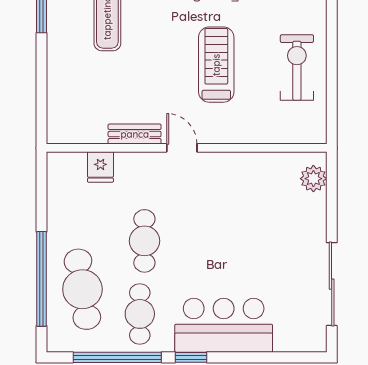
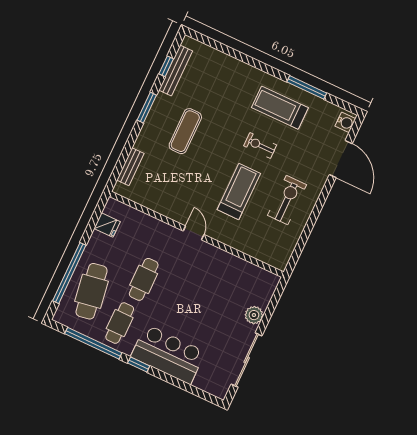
exercise bike: (297, 67) -> (287, 200), moved
bench: (135, 134) -> (130, 167), moved, turned 90
fridge: (100, 167) -> (107, 225), moved, turned -90
plant: (313, 179) -> (254, 315), moved

